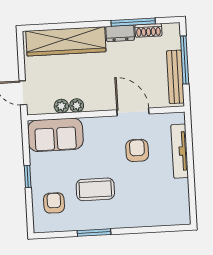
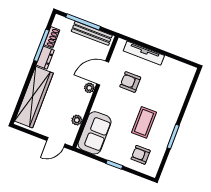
plant: (77, 106) -> (89, 88), moved

